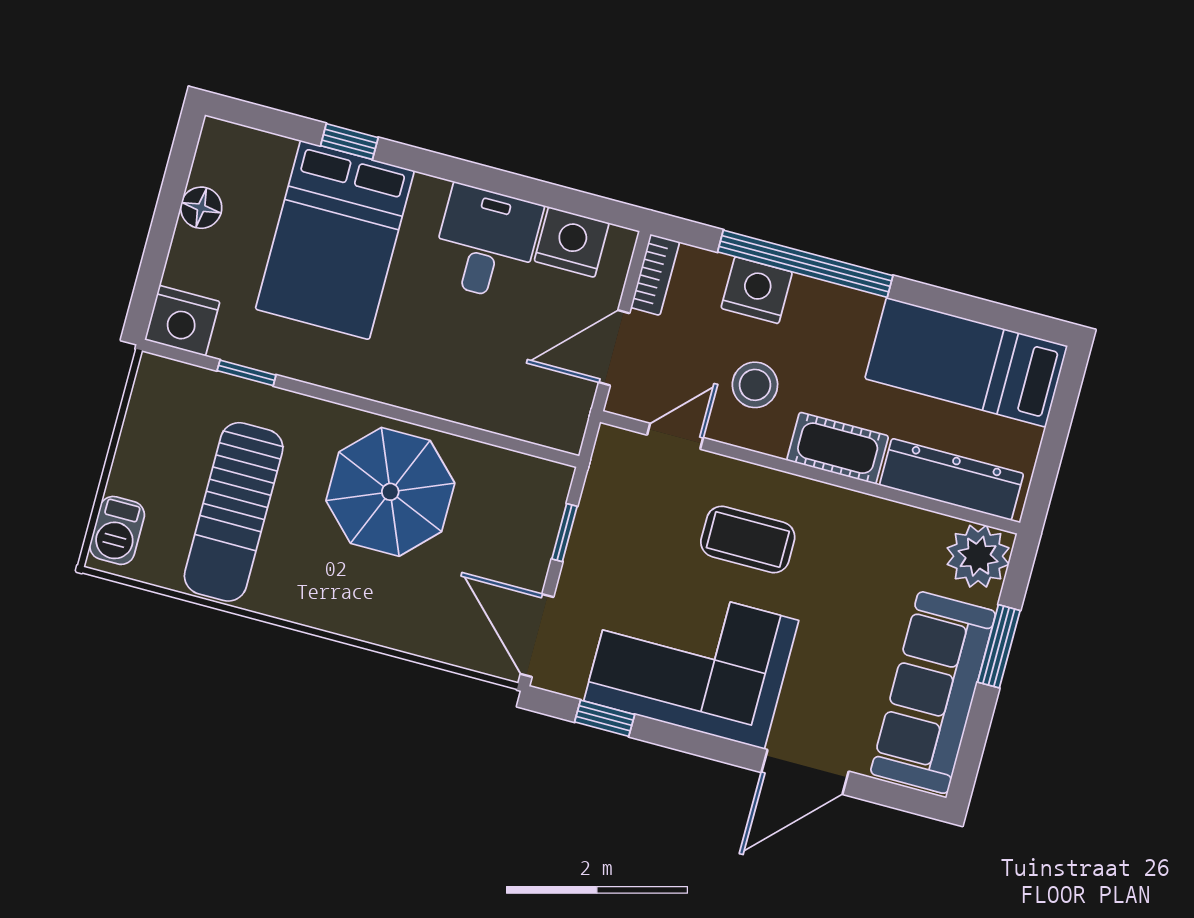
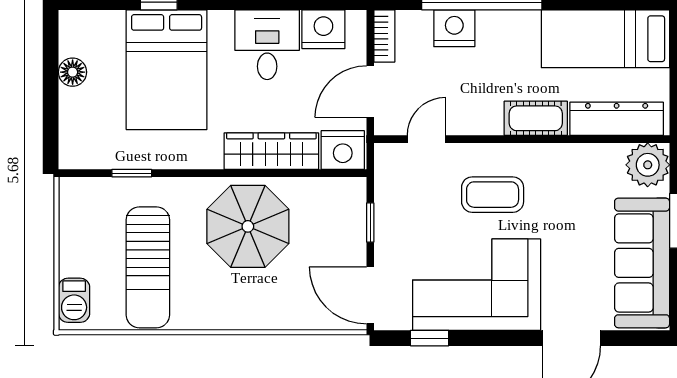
nightstand: (182, 321) -> (343, 150), moved
stool: (755, 385) -> (470, 91), removed
wardrobe: (452, 395) -> (271, 151), added

